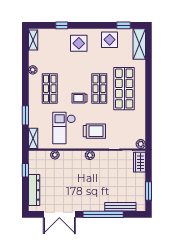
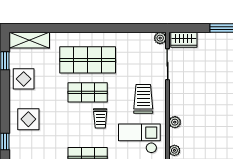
checkout: (64, 128) -> (139, 138), turned 180
plant: (90, 155) -> (175, 122), moved

